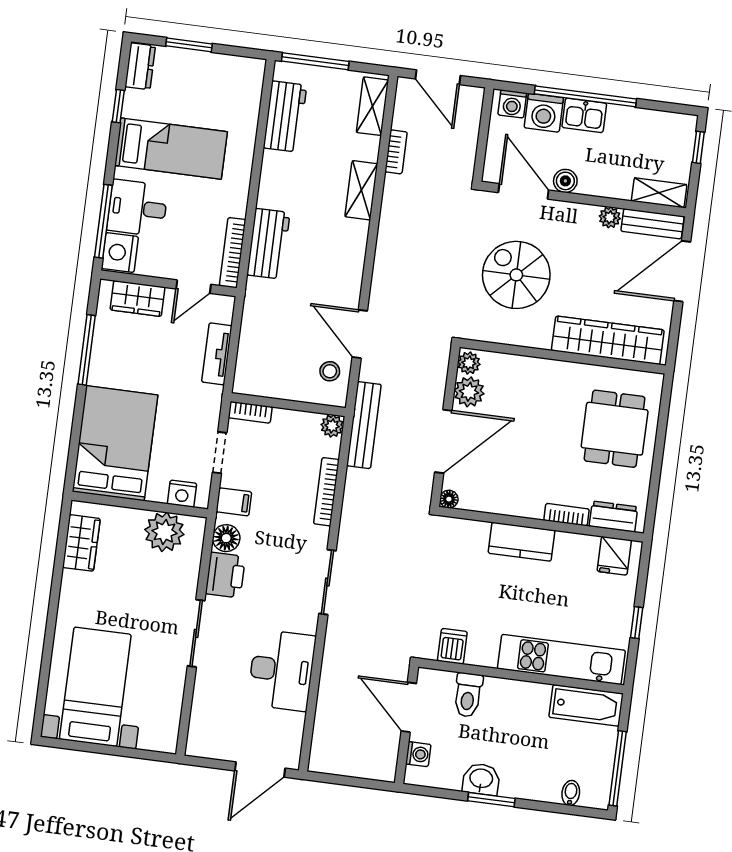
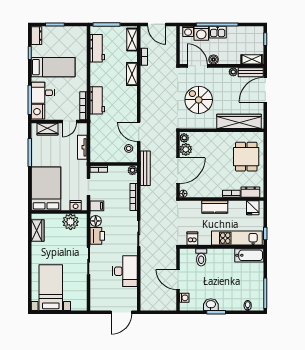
dishwasher: (452, 646) -> (192, 238), moved
kitchen unit: (561, 660) -> (237, 238), moved
wall: (521, 676) -> (222, 247), moved
toilet: (468, 695) -> (201, 257), moved
bathtub: (586, 705) -> (249, 255), moved

